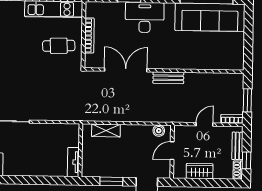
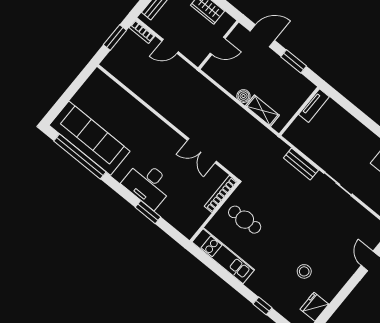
bookcase: (89, 35) -> (221, 194), moved
double door: (126, 70) -> (202, 151), width x0.73
bench: (168, 78) -> (301, 164), moved
boiler: (159, 131) -> (243, 96), moved

